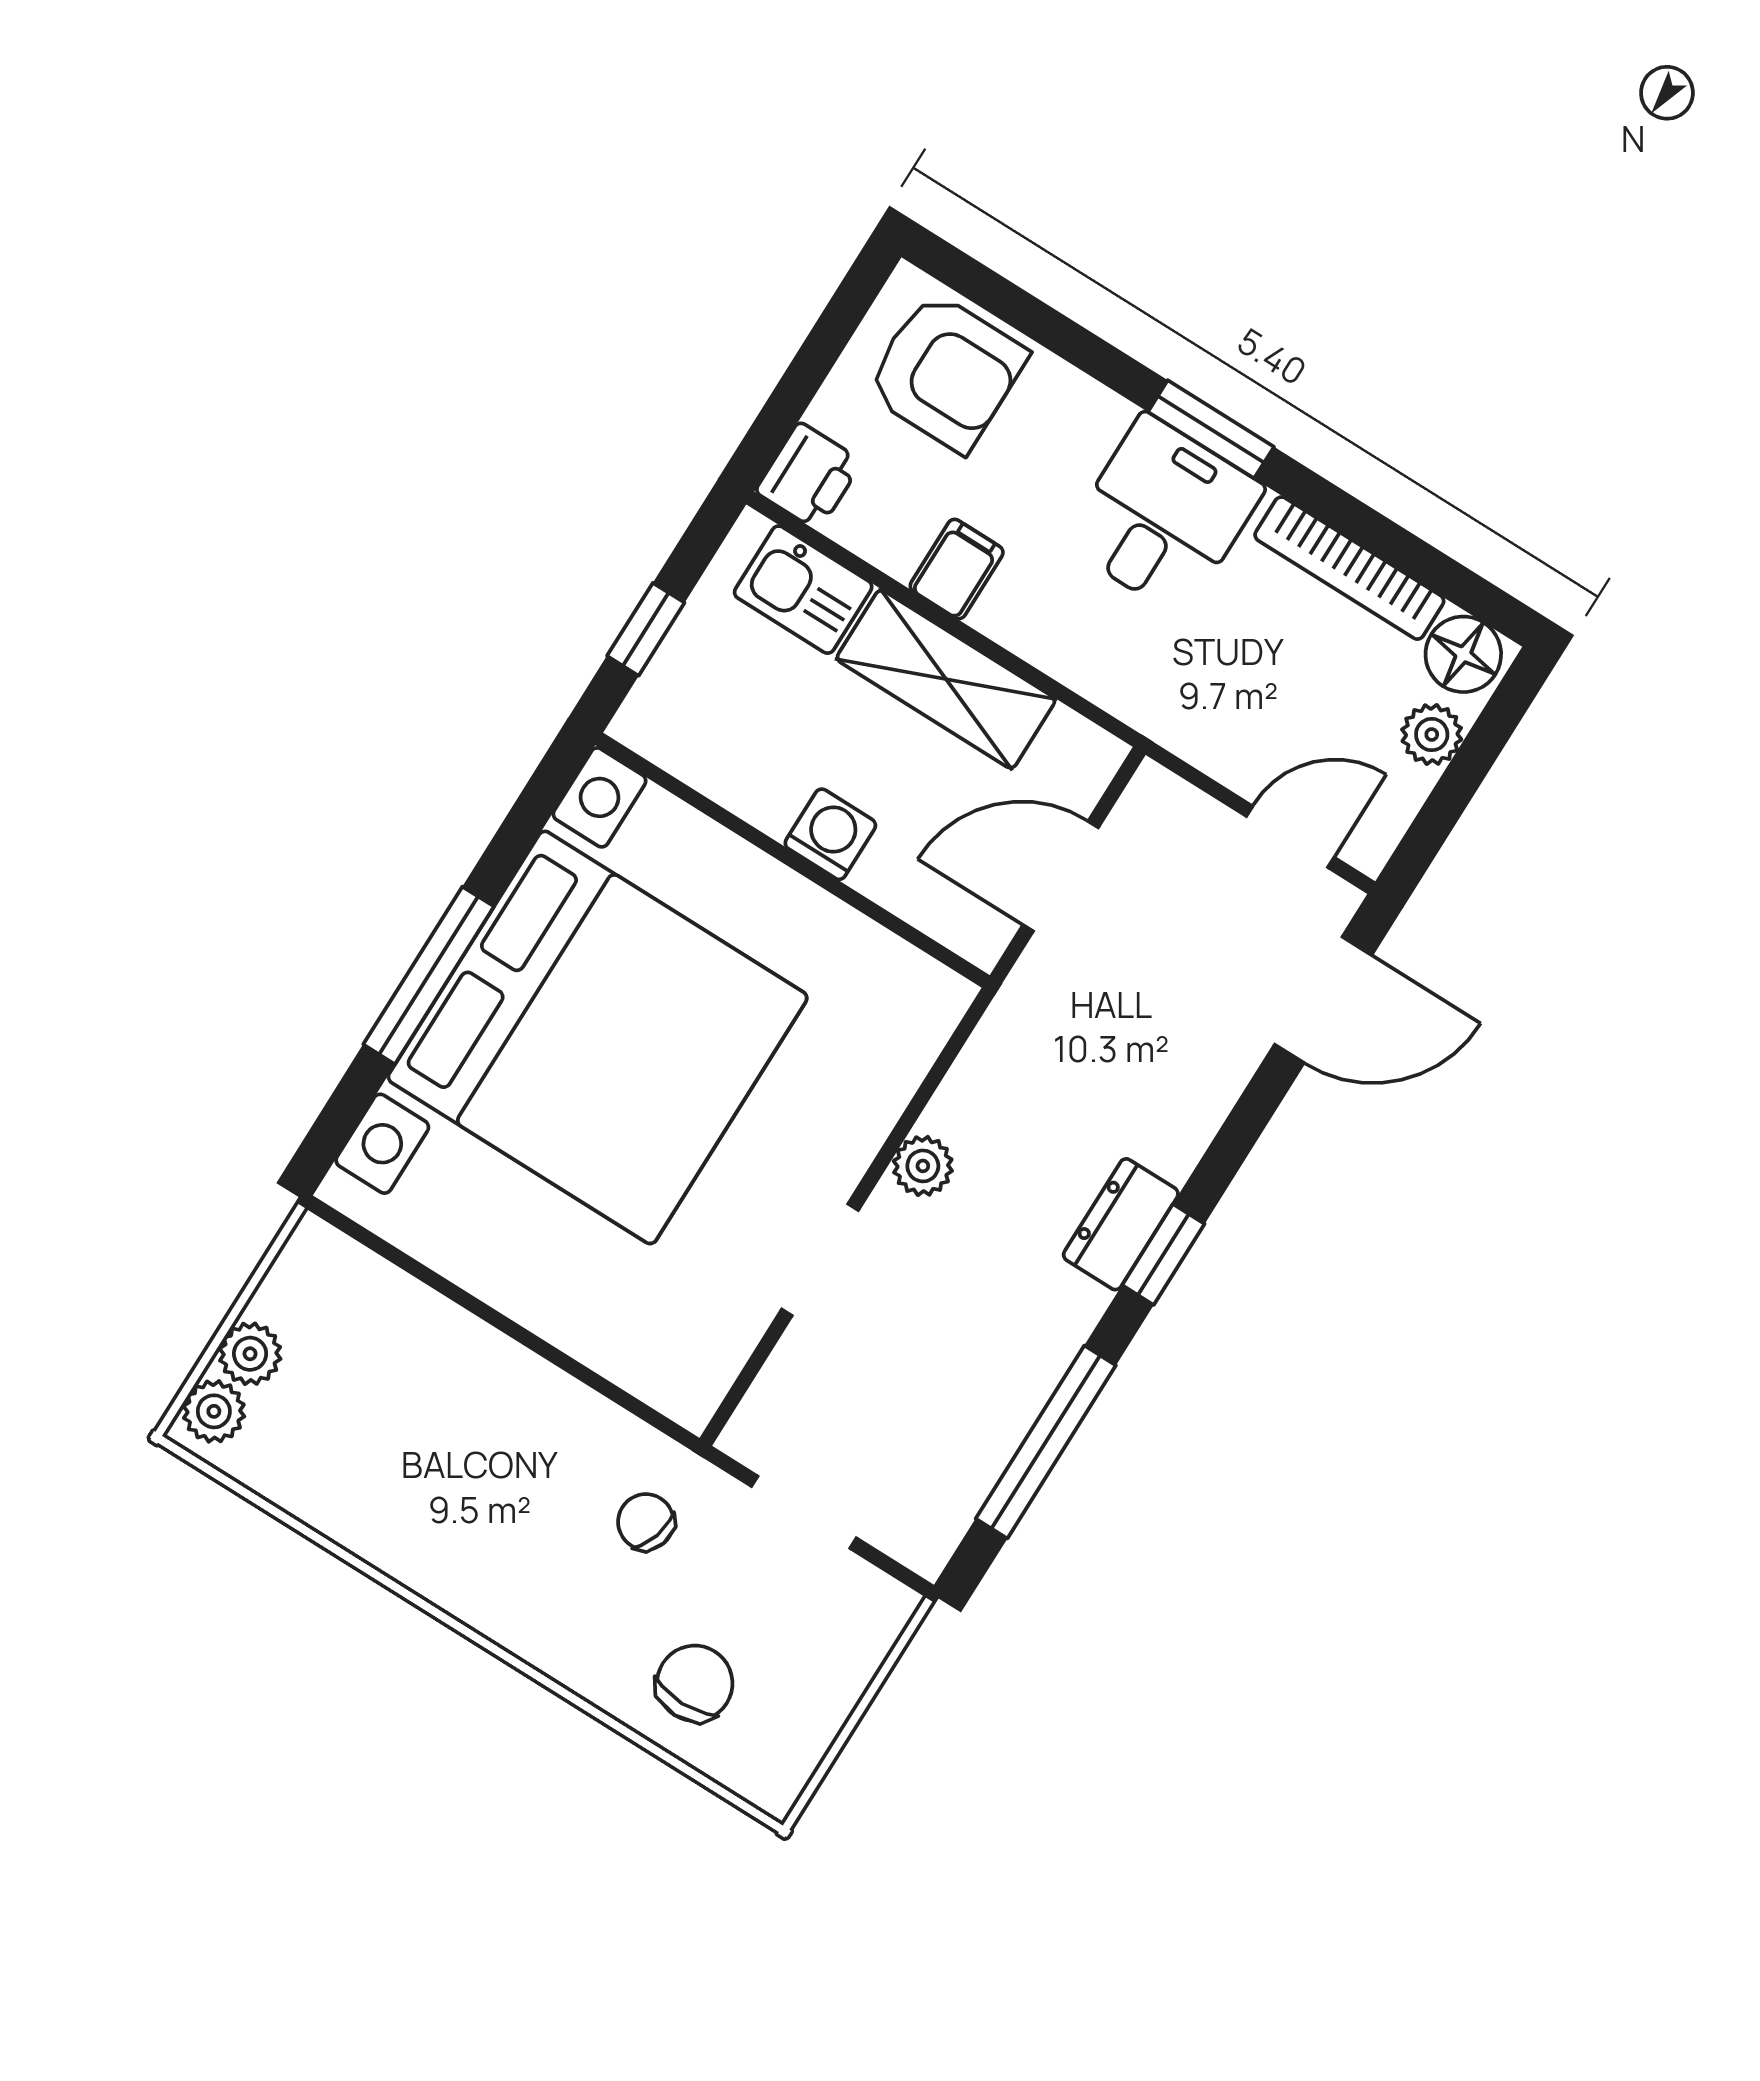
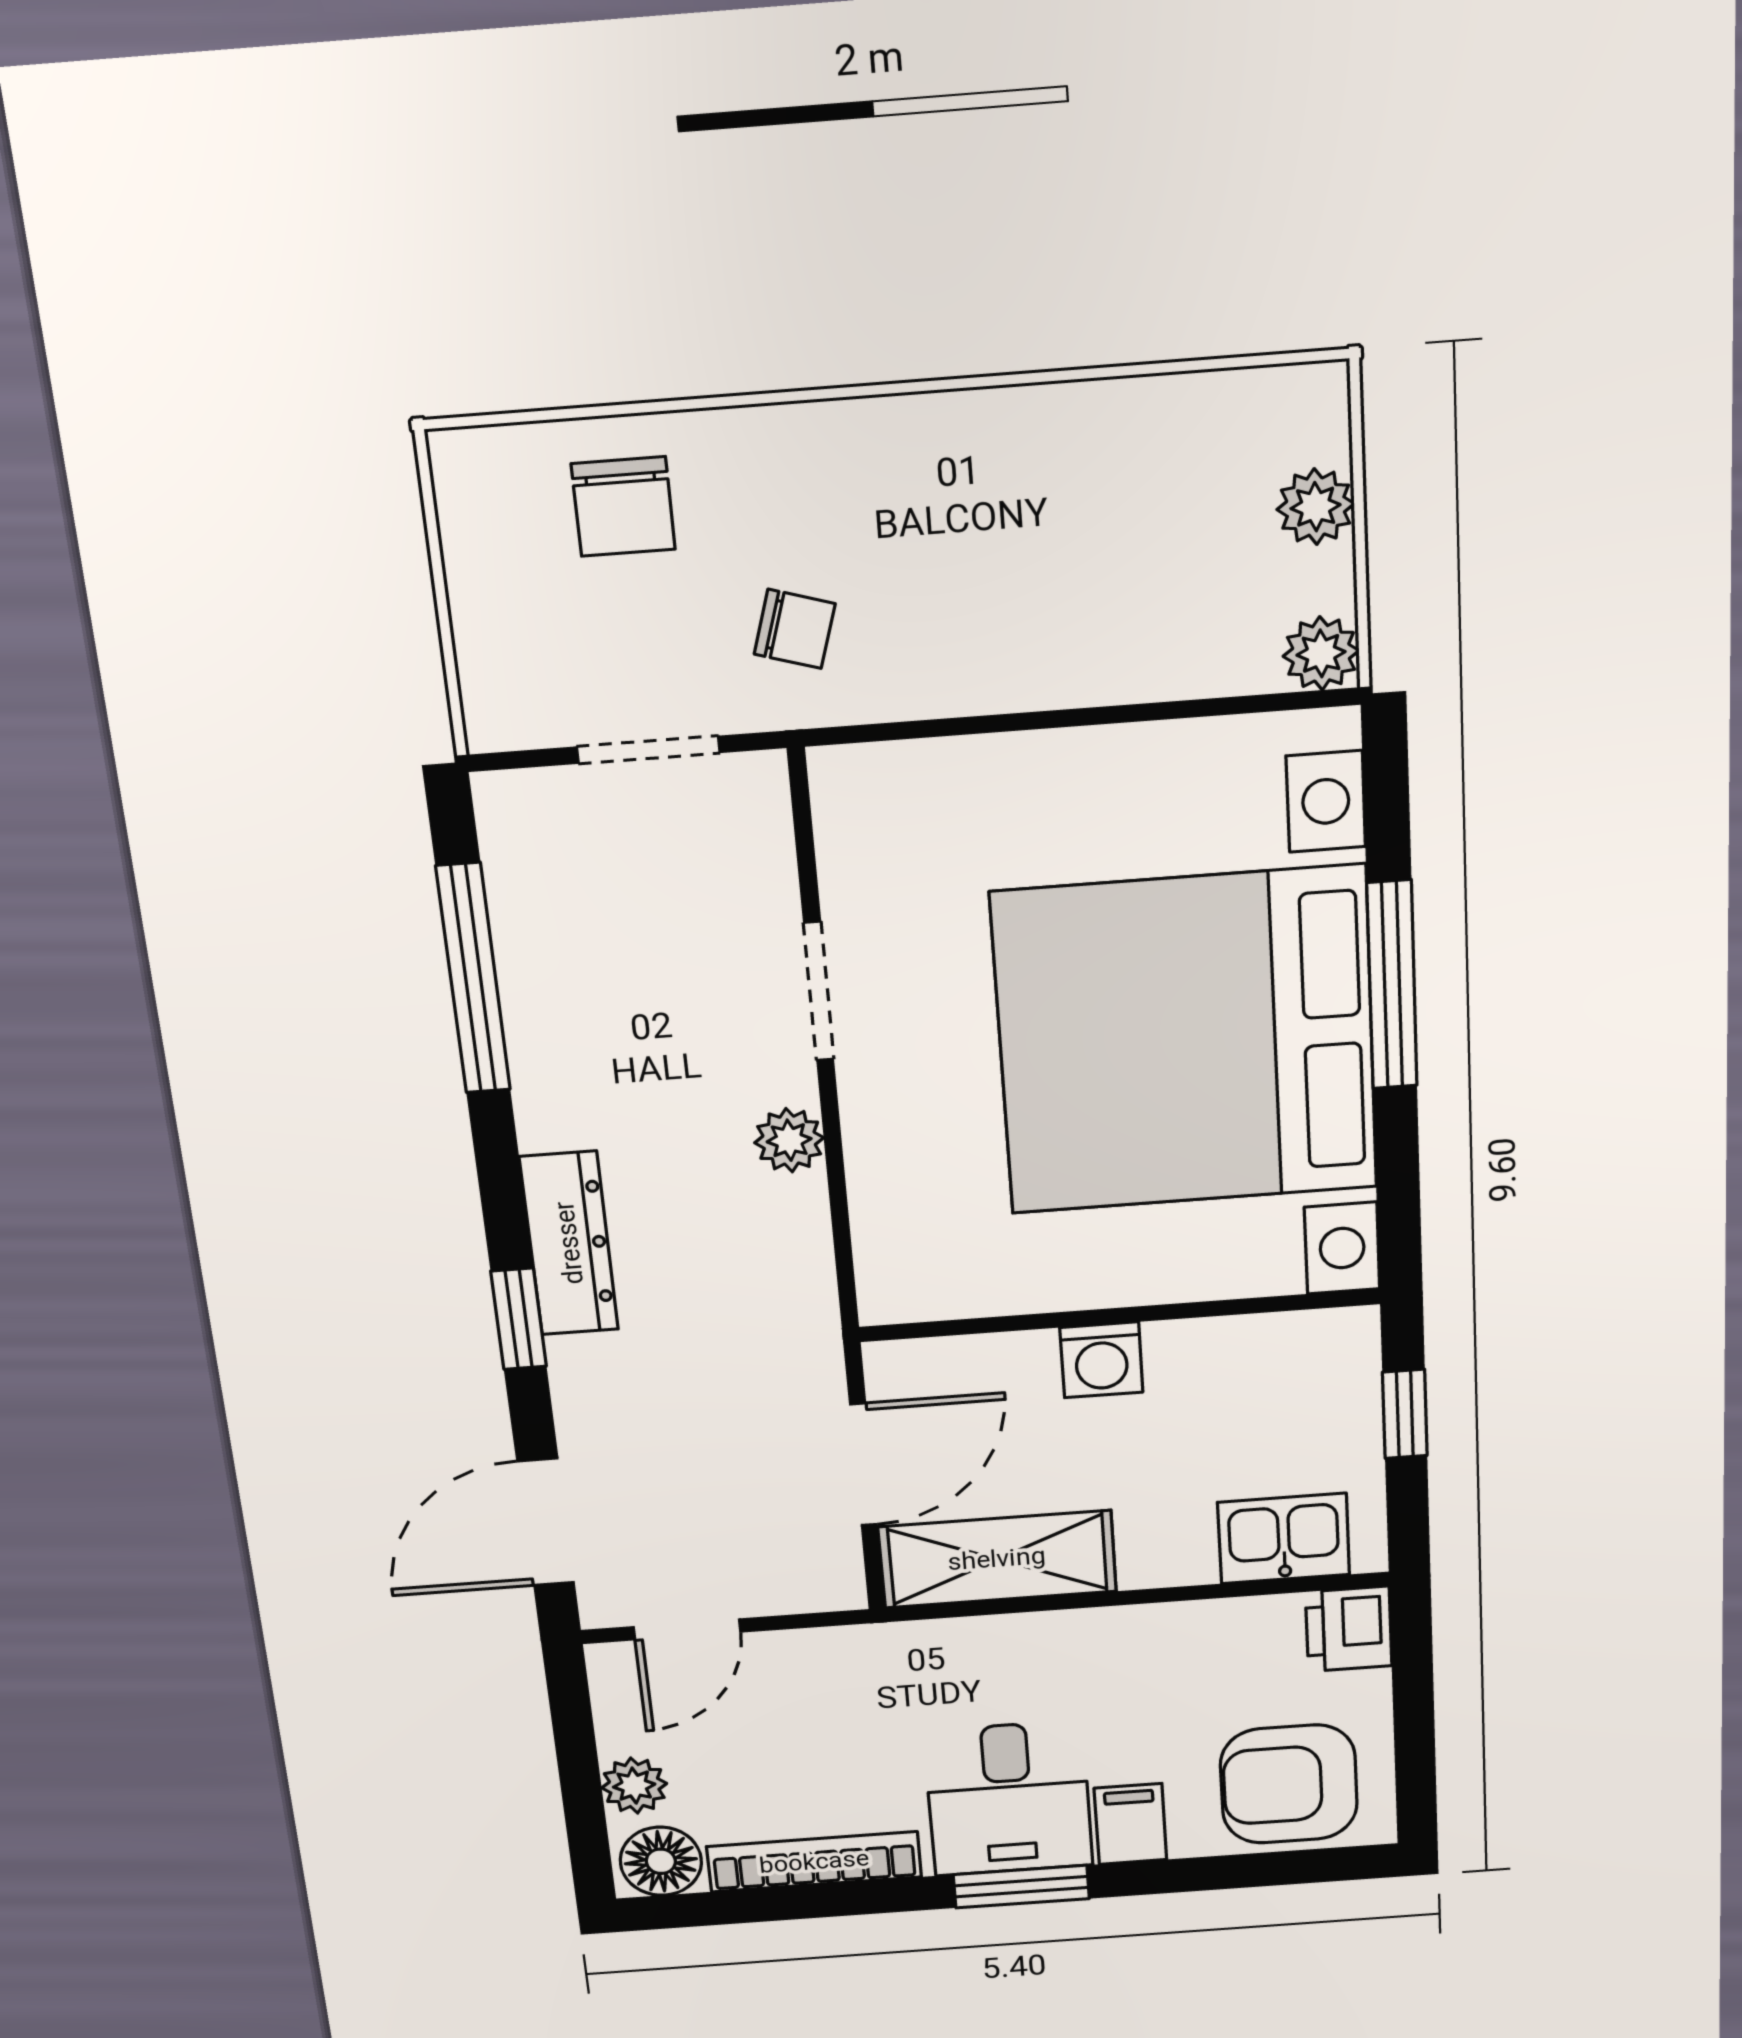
filing cabinet: (957, 569) -> (1130, 1824), moved, turned 180
shelving: (946, 679) -> (997, 1559), moved
dresser: (1121, 1224) -> (569, 1243), width x1.44
window: (1163, 1255) -> (519, 1319), moved
plant: (214, 1411) -> (1321, 653), moved

